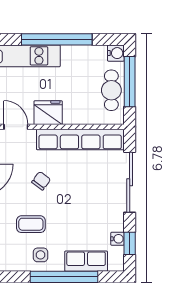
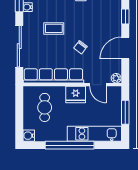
window: (130, 82) -> (19, 116), removed
cafe table: (111, 90) -> (45, 107), moved
coffee table: (31, 224) -> (54, 28), moved

